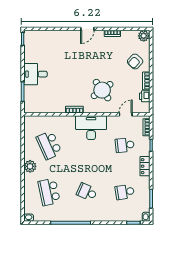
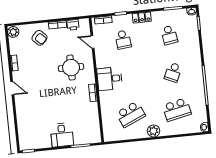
round table: (102, 90) -> (71, 68), turned 36
desk: (91, 128) -> (110, 79), width x0.73

